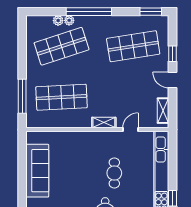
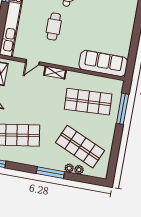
window: (89, 12) -> (50, 173), width x0.68
shop shelf: (62, 46) -> (80, 147), turned 42
sofa: (37, 171) -> (103, 63), moved, turned 90

